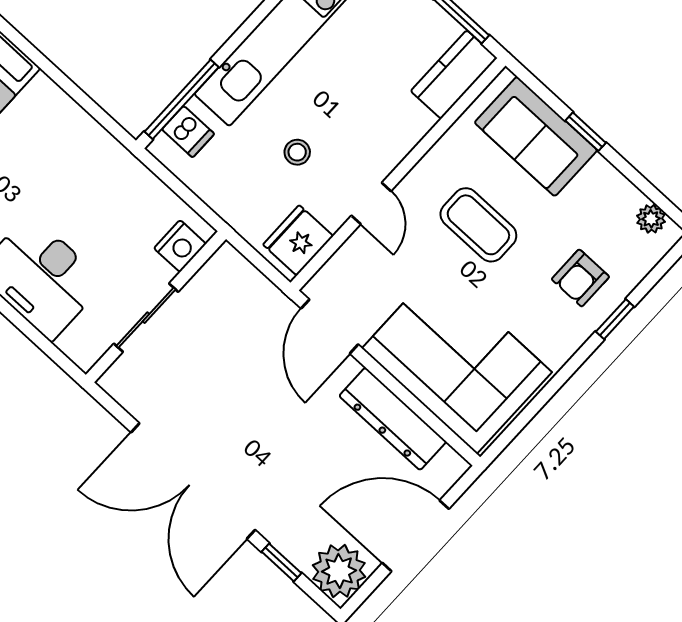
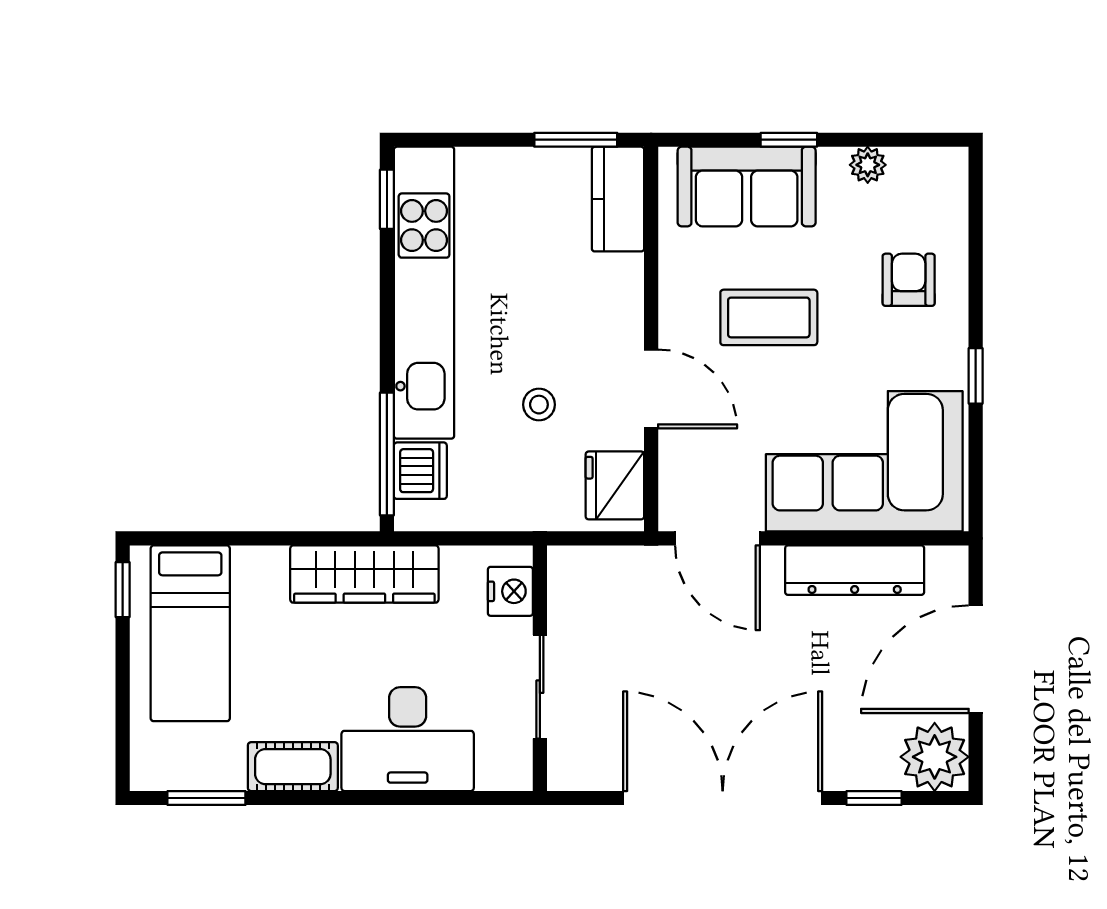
dishwasher: (188, 132) -> (420, 471), width x1.38
wardrobe: (104, 157) -> (364, 574), added
door: (371, 203) -> (651, 389), width x1.38
plant: (651, 219) -> (868, 165), moved
armchair: (580, 278) -> (909, 280), turned 180
window: (615, 319) -> (976, 376), moved
double door: (193, 481) -> (723, 798), swing flipped

